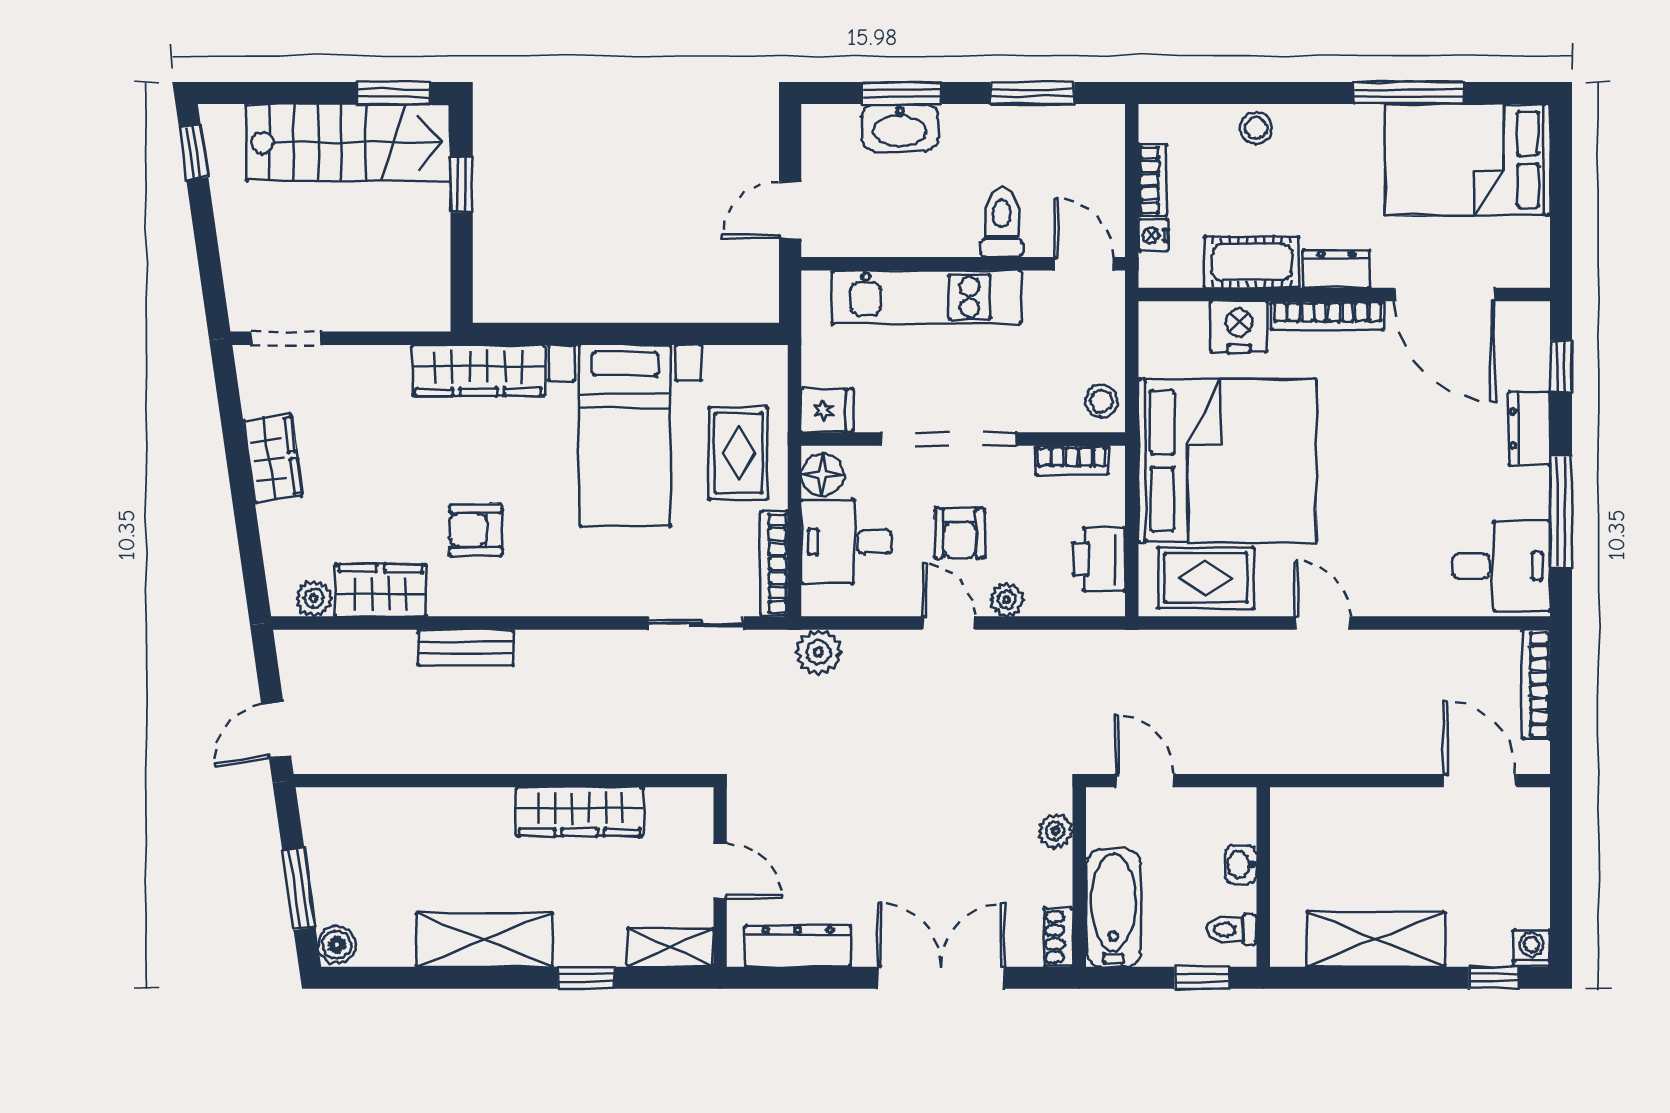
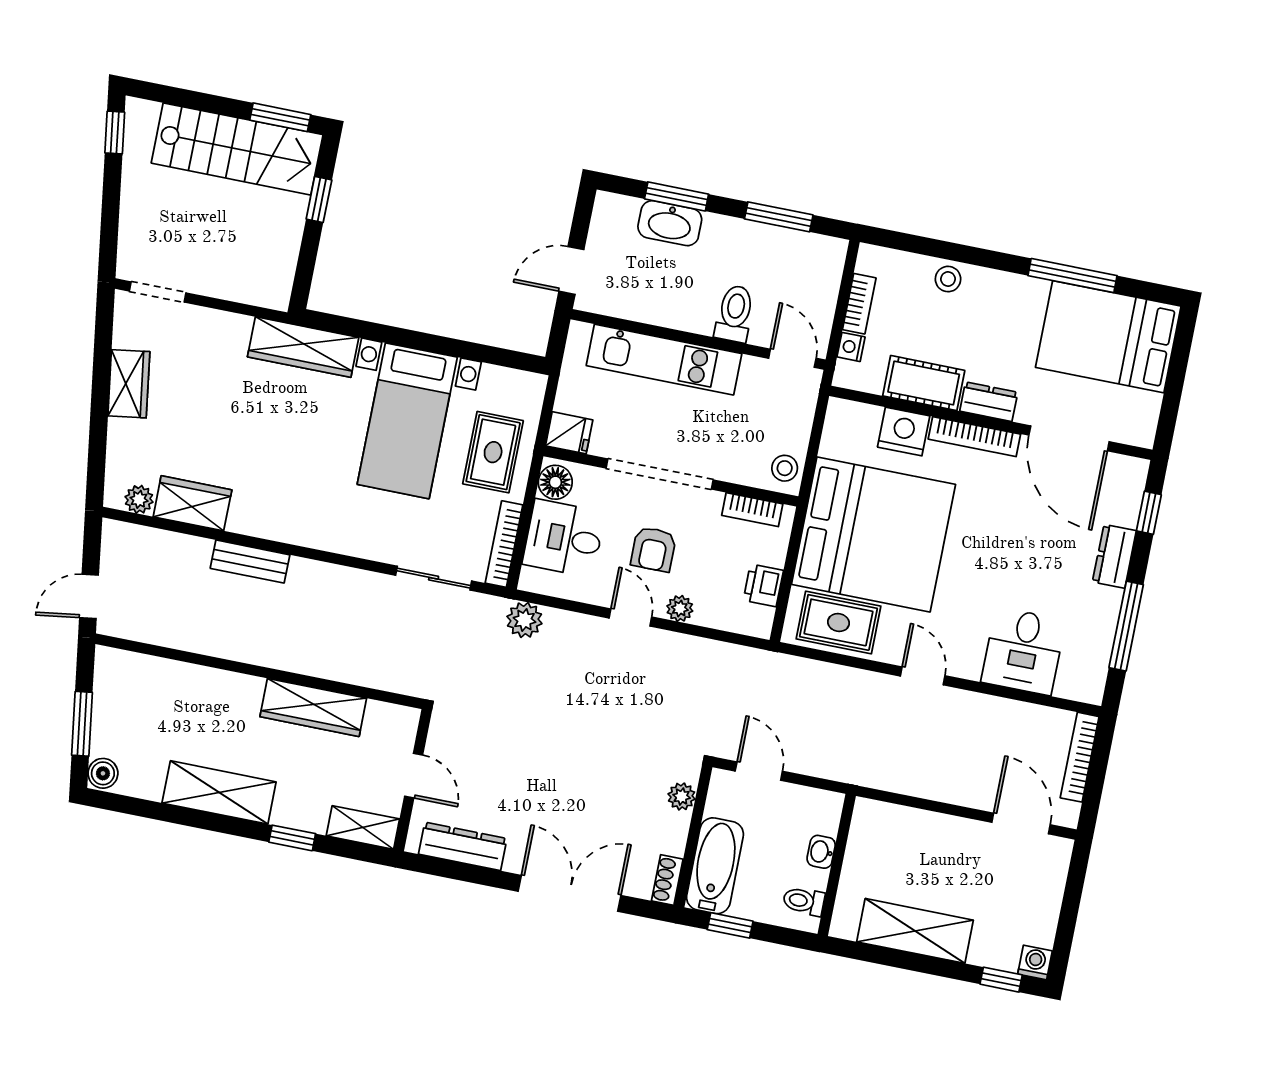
armchair: (476, 530) -> (276, 471), removed
printer: (1099, 559) -> (763, 585), width x0.73, depth x0.81
desk: (1501, 566) -> (1023, 651), moved, turned 90
window: (1202, 978) -> (730, 925), moved

